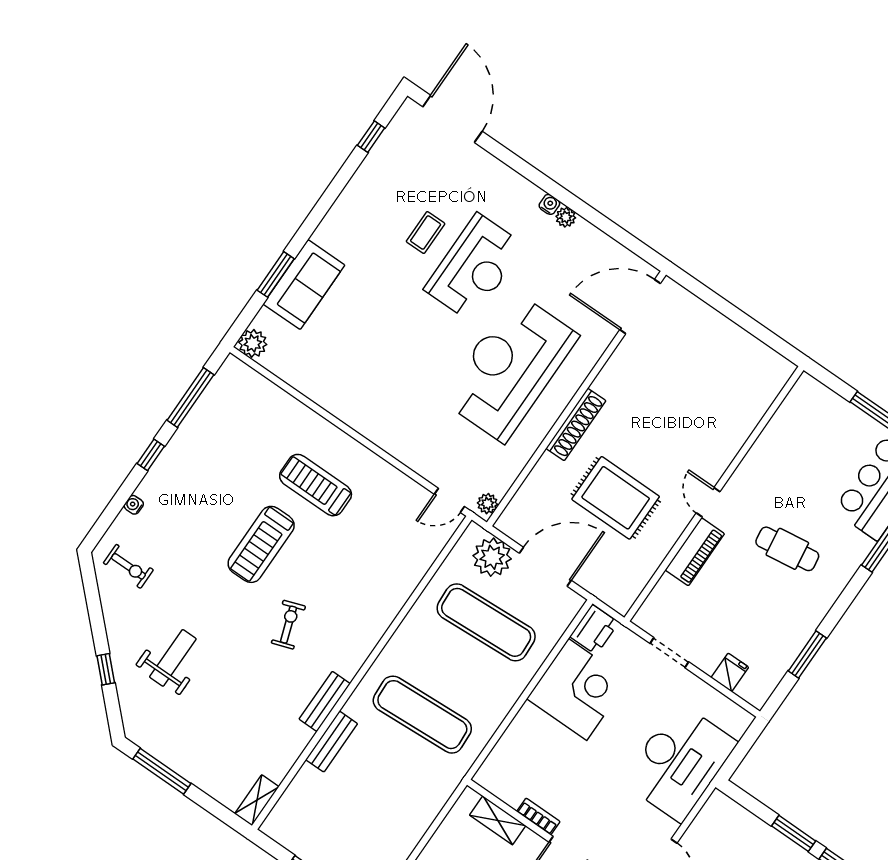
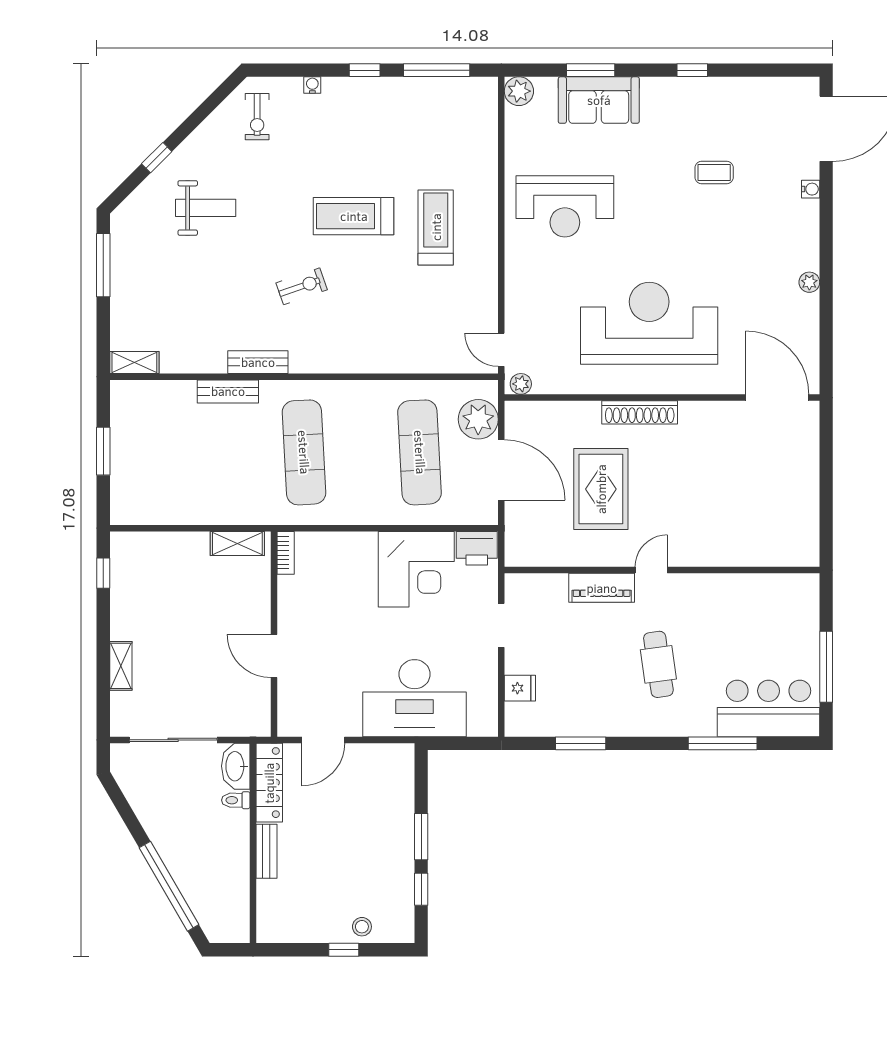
window: (371, 137) -> (692, 70), moved
water cooler: (549, 204) -> (811, 189), moved
reception desk: (474, 267) -> (565, 206), moved
bookcase: (538, 817) -> (286, 553), moved
shelving: (498, 820) -> (237, 544), moved, turned 90

